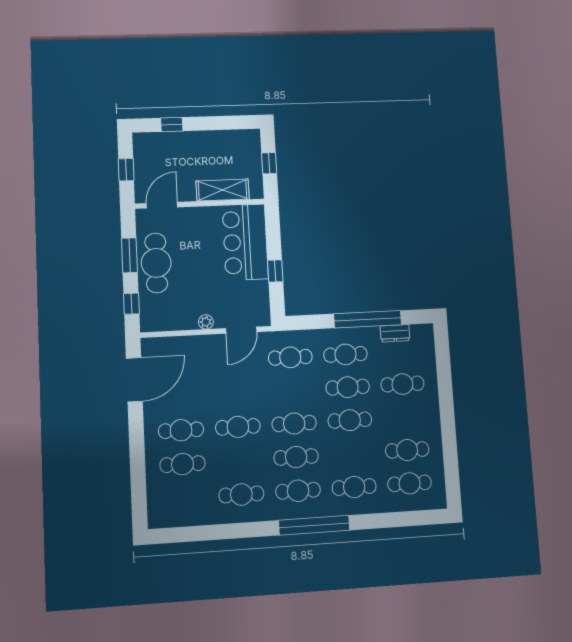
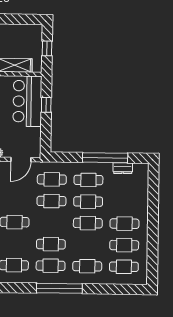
window: (275, 271) -> (46, 105), moved
cafe table: (402, 384) -> (124, 224), moved
cafe table: (294, 423) -> (51, 201), moved

